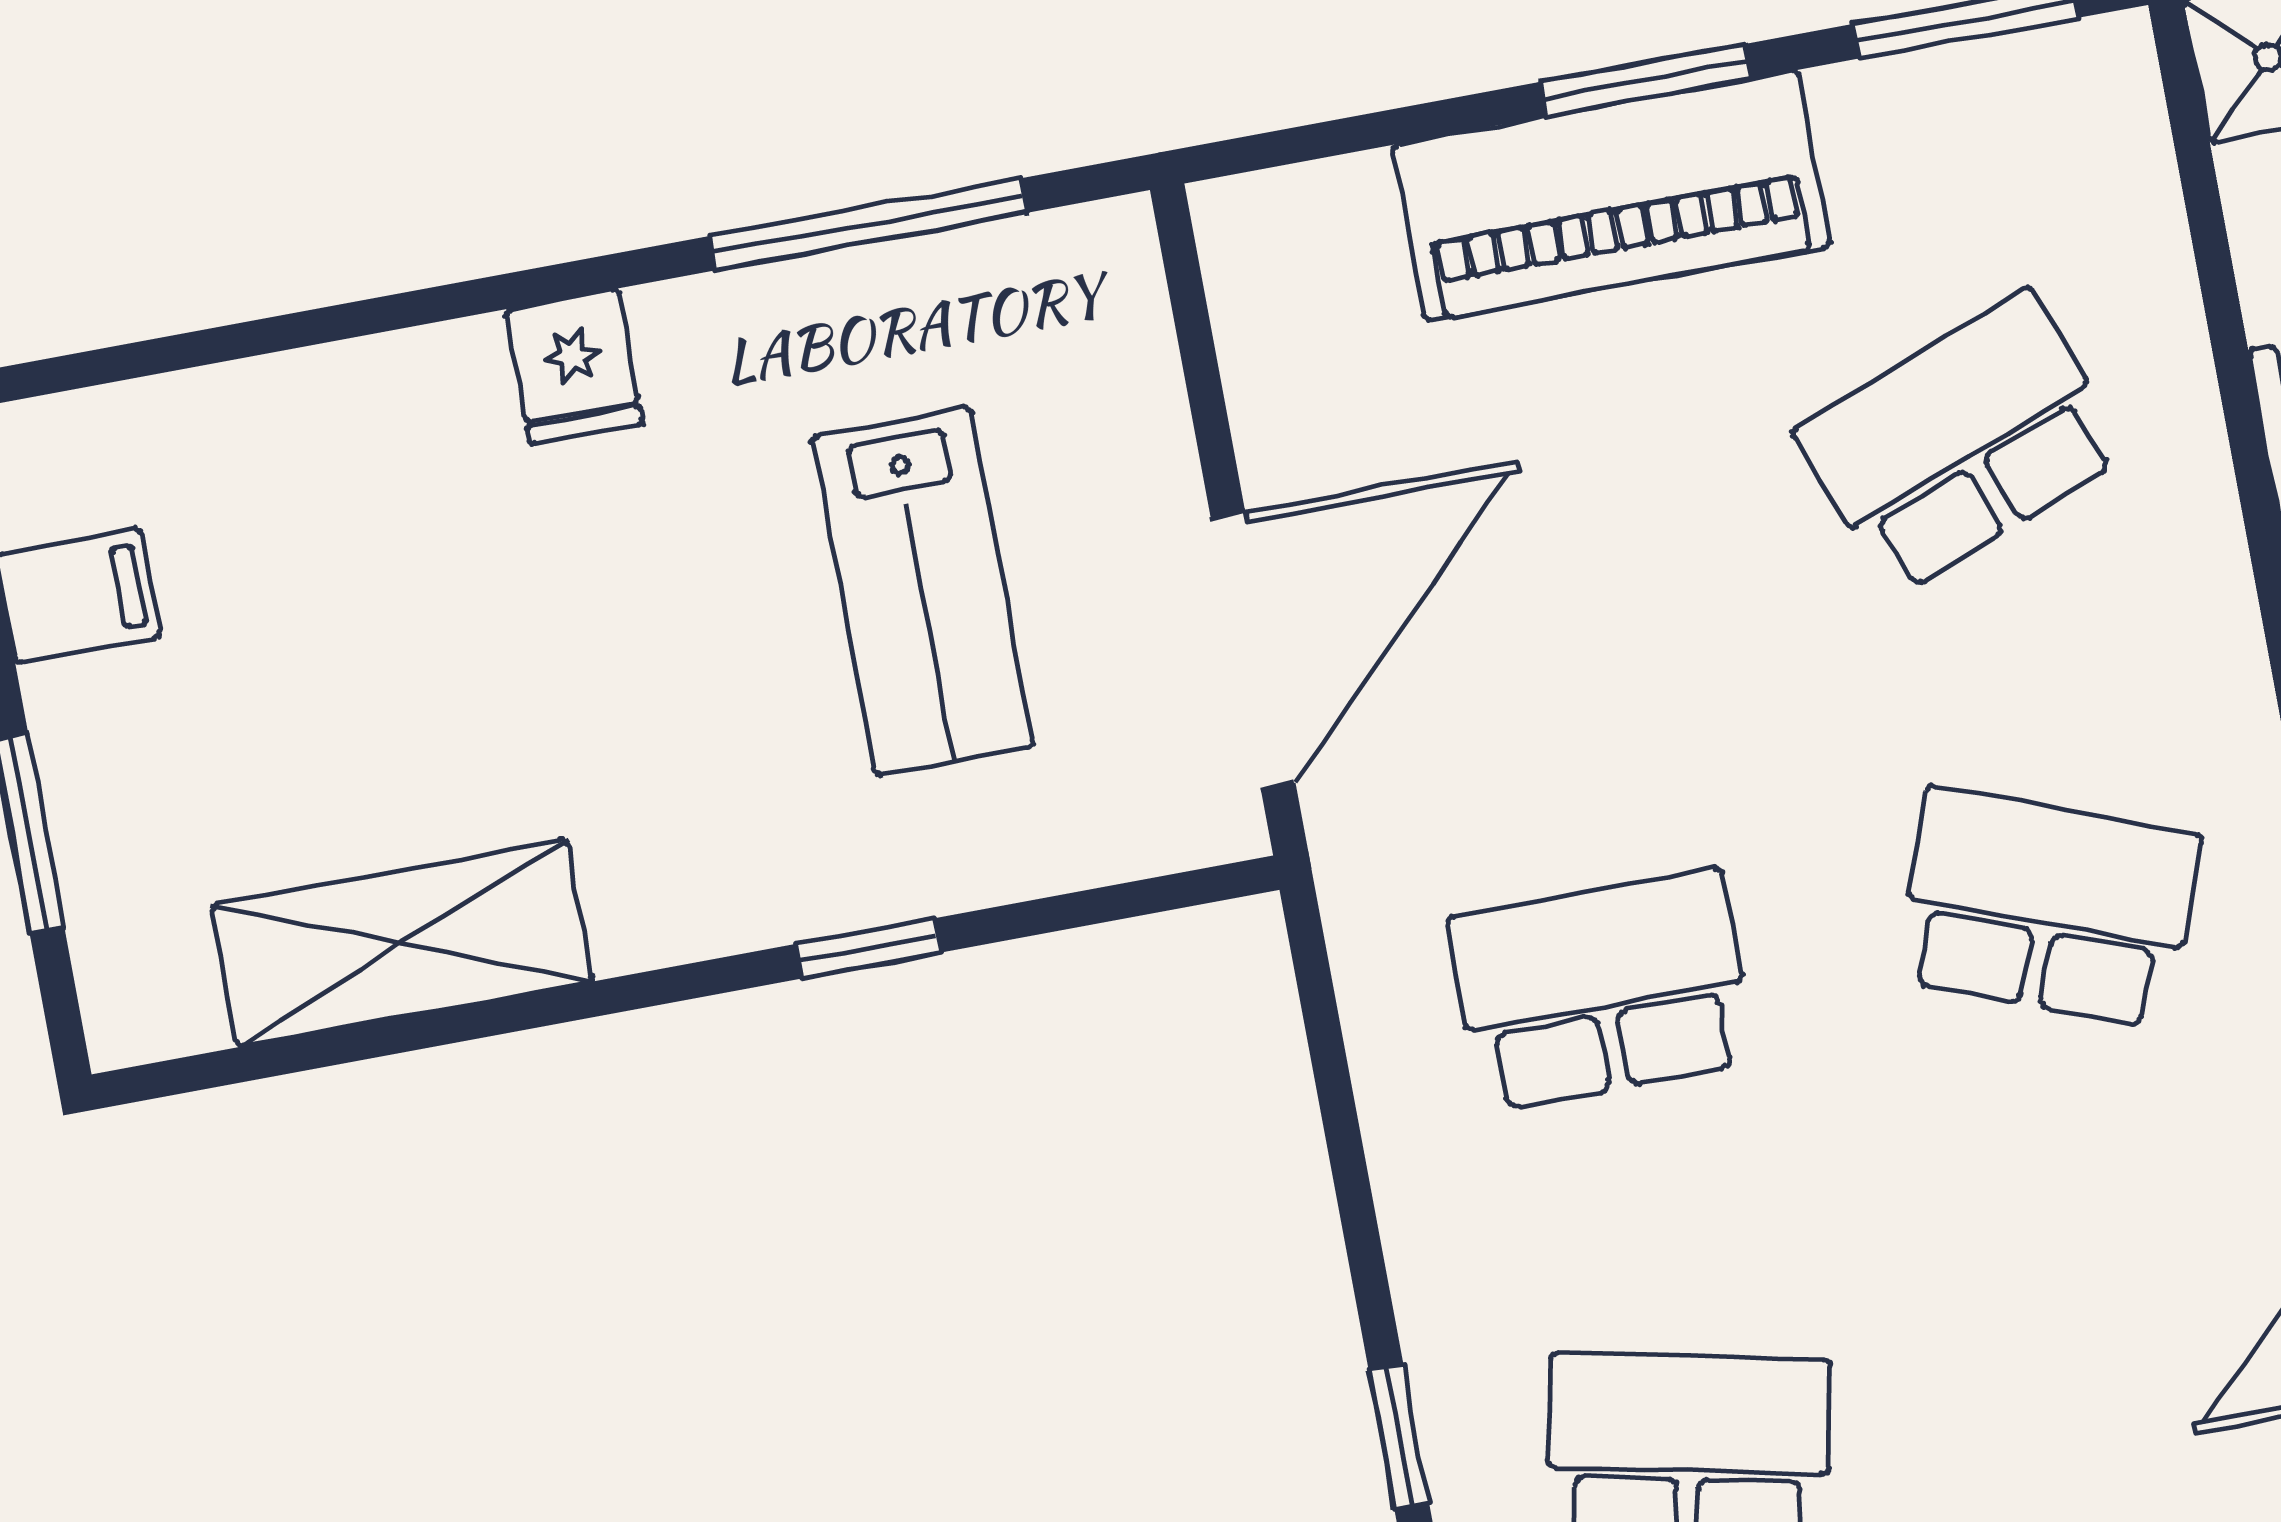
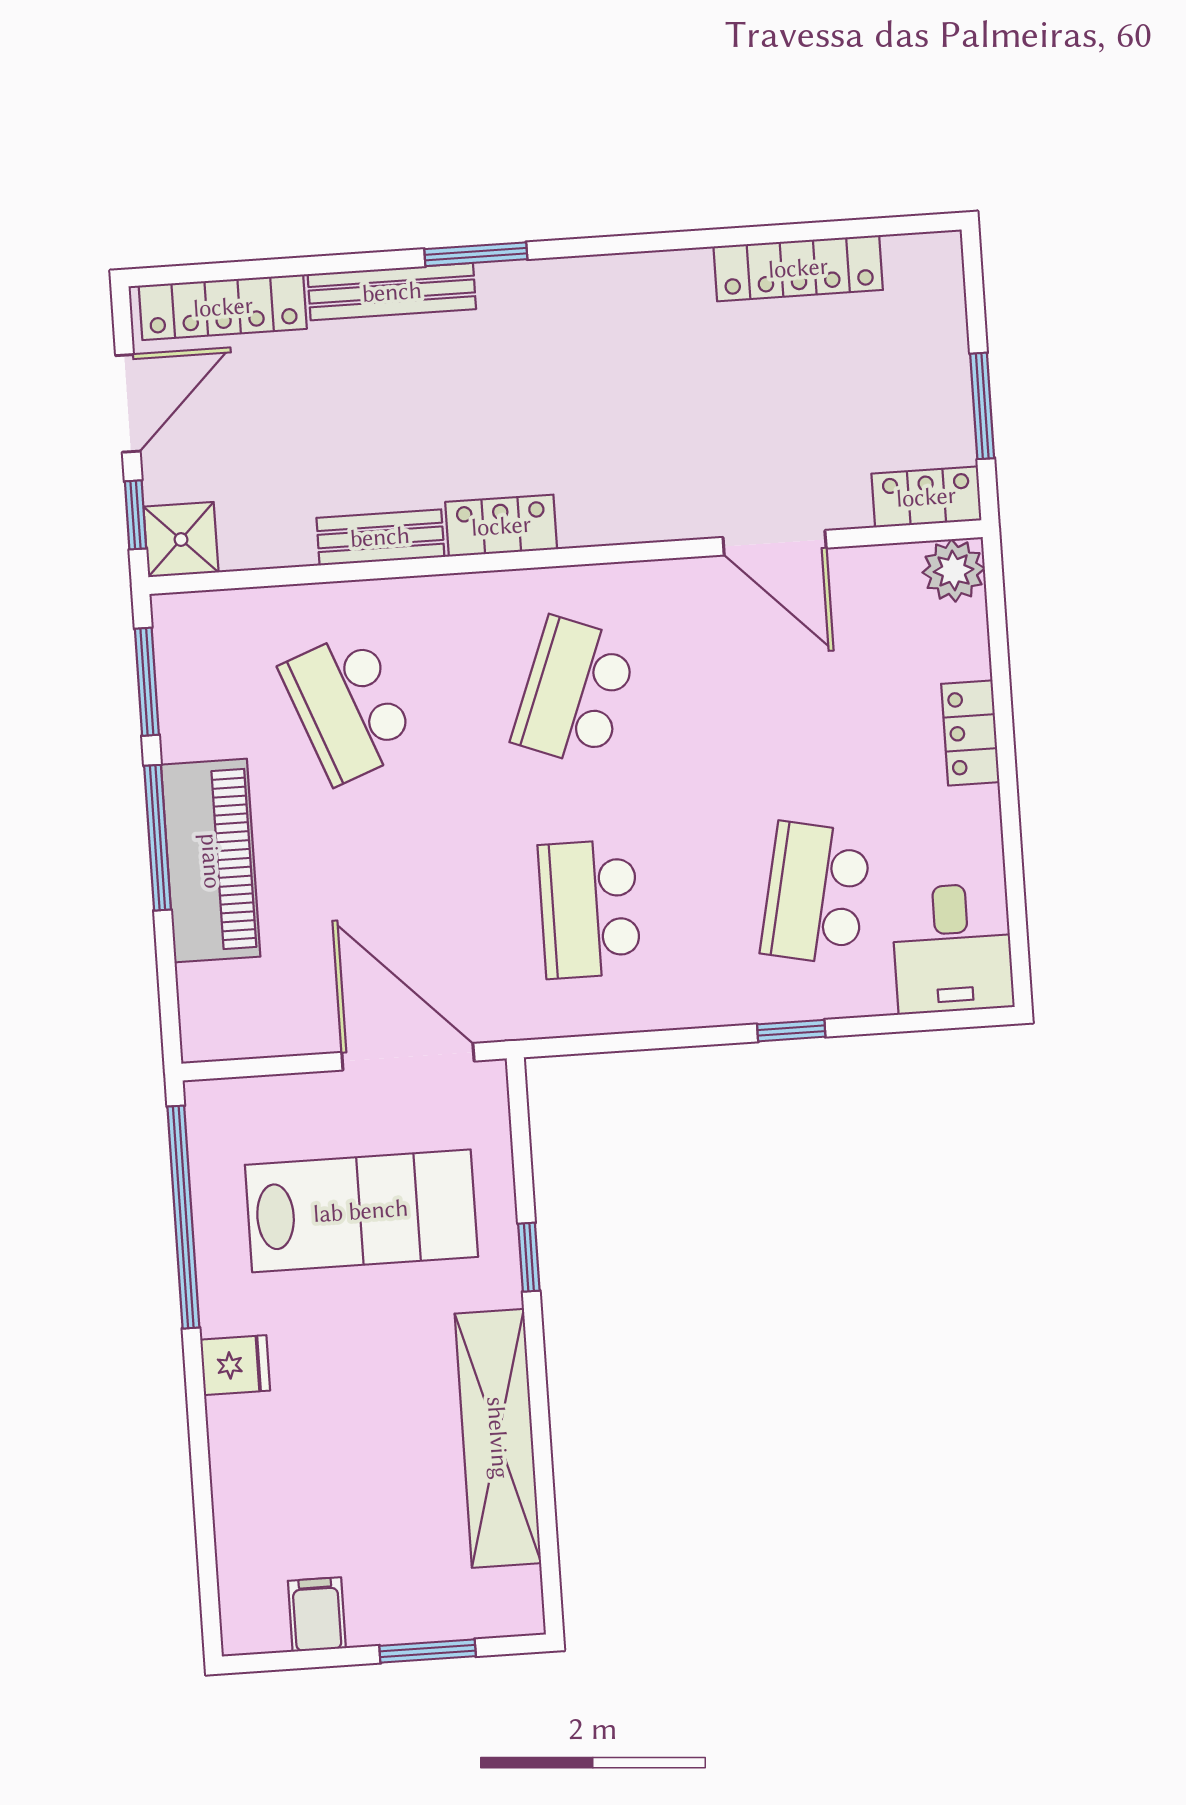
window: (1646, 80) -> (157, 838), width x1.44
window: (868, 224) -> (183, 1217), width x1.46
lab bench: (923, 591) -> (361, 1211), width x1.36, depth x1.39
shelving: (402, 943) -> (498, 1438), width x1.47

